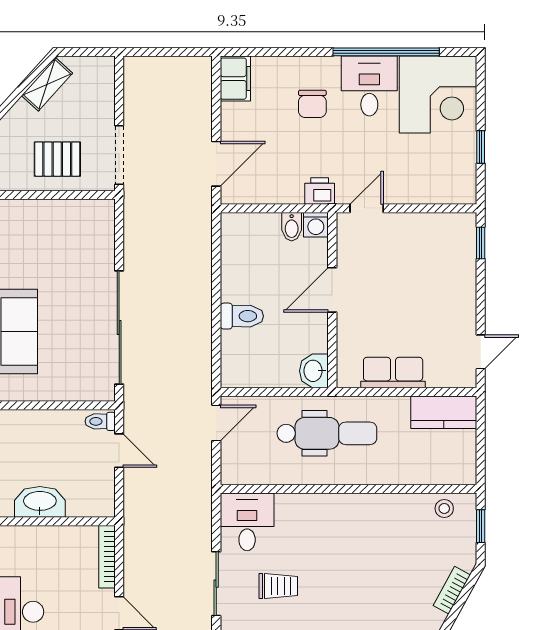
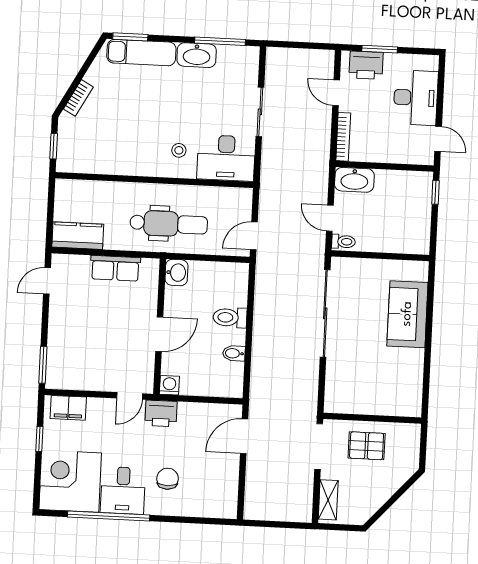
filing cabinet: (235, 79) -> (68, 408), moved, turned -90
shelving: (47, 84) -> (328, 500), moved, turned -42
printer: (320, 191) -> (161, 413), width x1.36, depth x1.24
bidet: (292, 227) -> (234, 353), moved, turned -90
window: (481, 243) -> (43, 365), width x1.50
dental chair: (327, 433) -> (169, 224), turned 180
washbasin: (40, 502) -> (354, 180), moved
stool: (444, 508) -> (179, 150), moved
desk: (247, 522) -> (226, 158), width x1.37
trolley: (278, 586) -> (212, 108), removed

